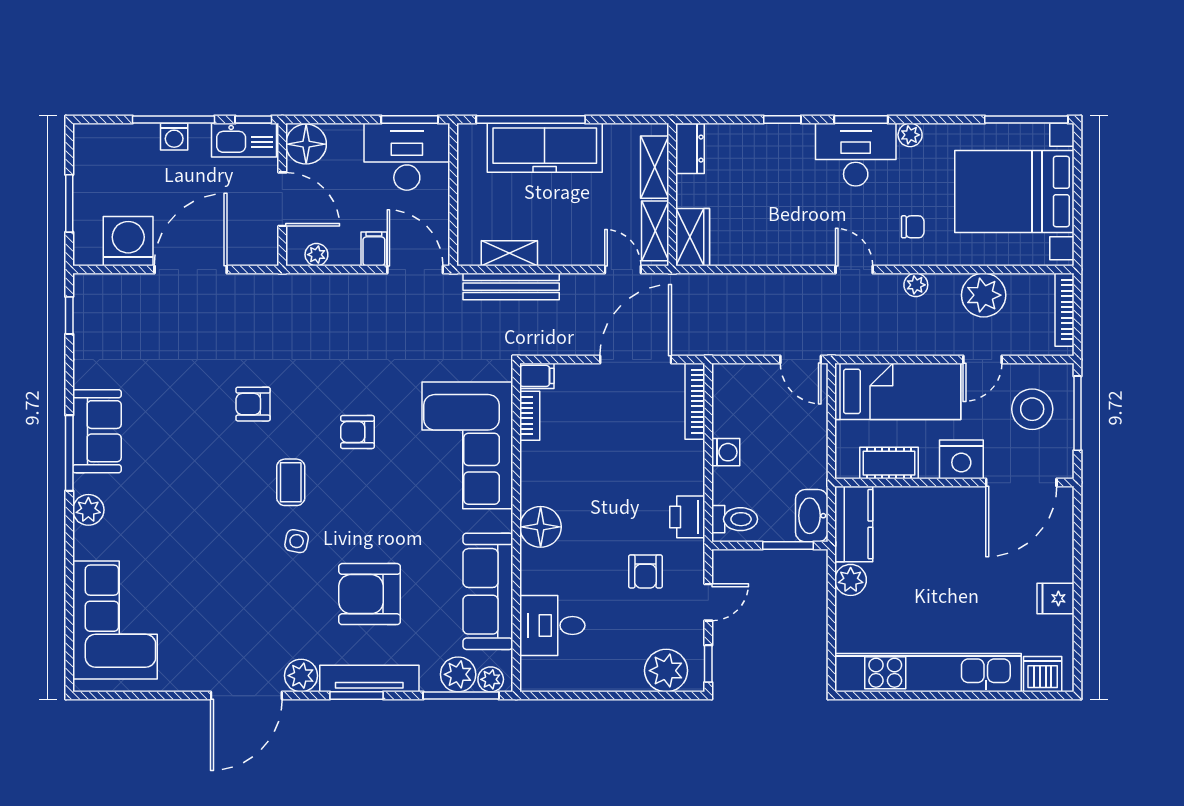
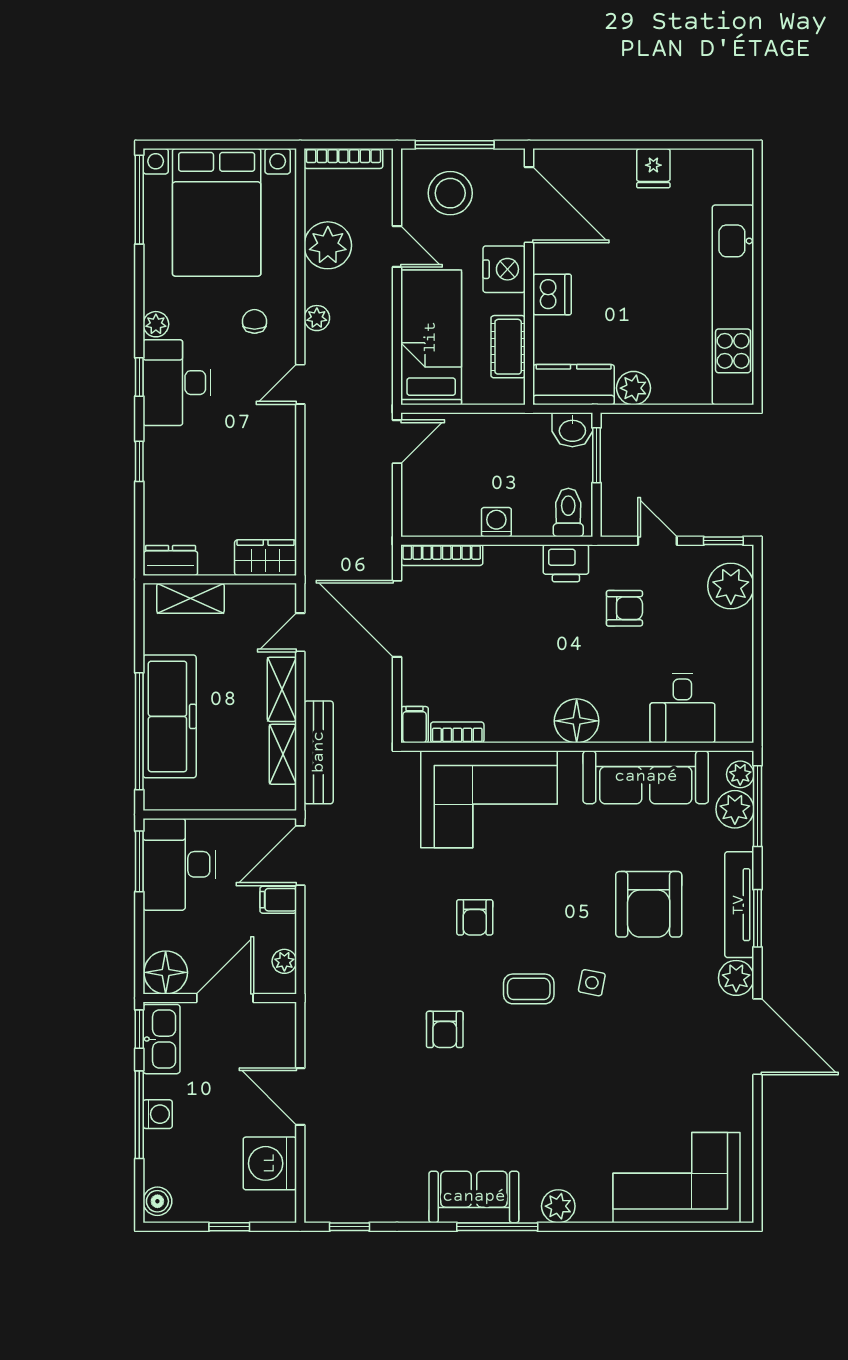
window: (861, 119) -> (139, 377), width x0.67
boiler: (93, 136) -> (157, 1201), added
window: (69, 203) -> (229, 1227), width x0.67
shelving: (655, 231) -> (282, 689), moved, turned 90
door: (191, 269) -> (300, 1096), width x0.73
washbasin: (812, 516) -> (572, 430), width x0.72
dishwasher: (1043, 674) -> (552, 295), moved, turned 180

